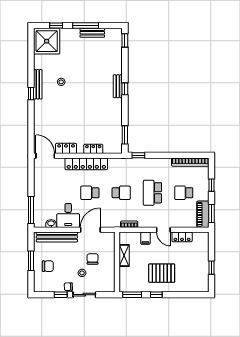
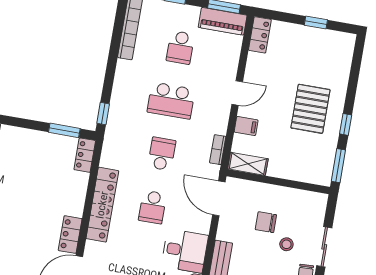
locker: (93, 149) -> (85, 155), moved
door: (90, 230) -> (219, 198), moved
locker: (182, 237) -> (260, 35), moved
shelving: (124, 256) -> (248, 164), moved

